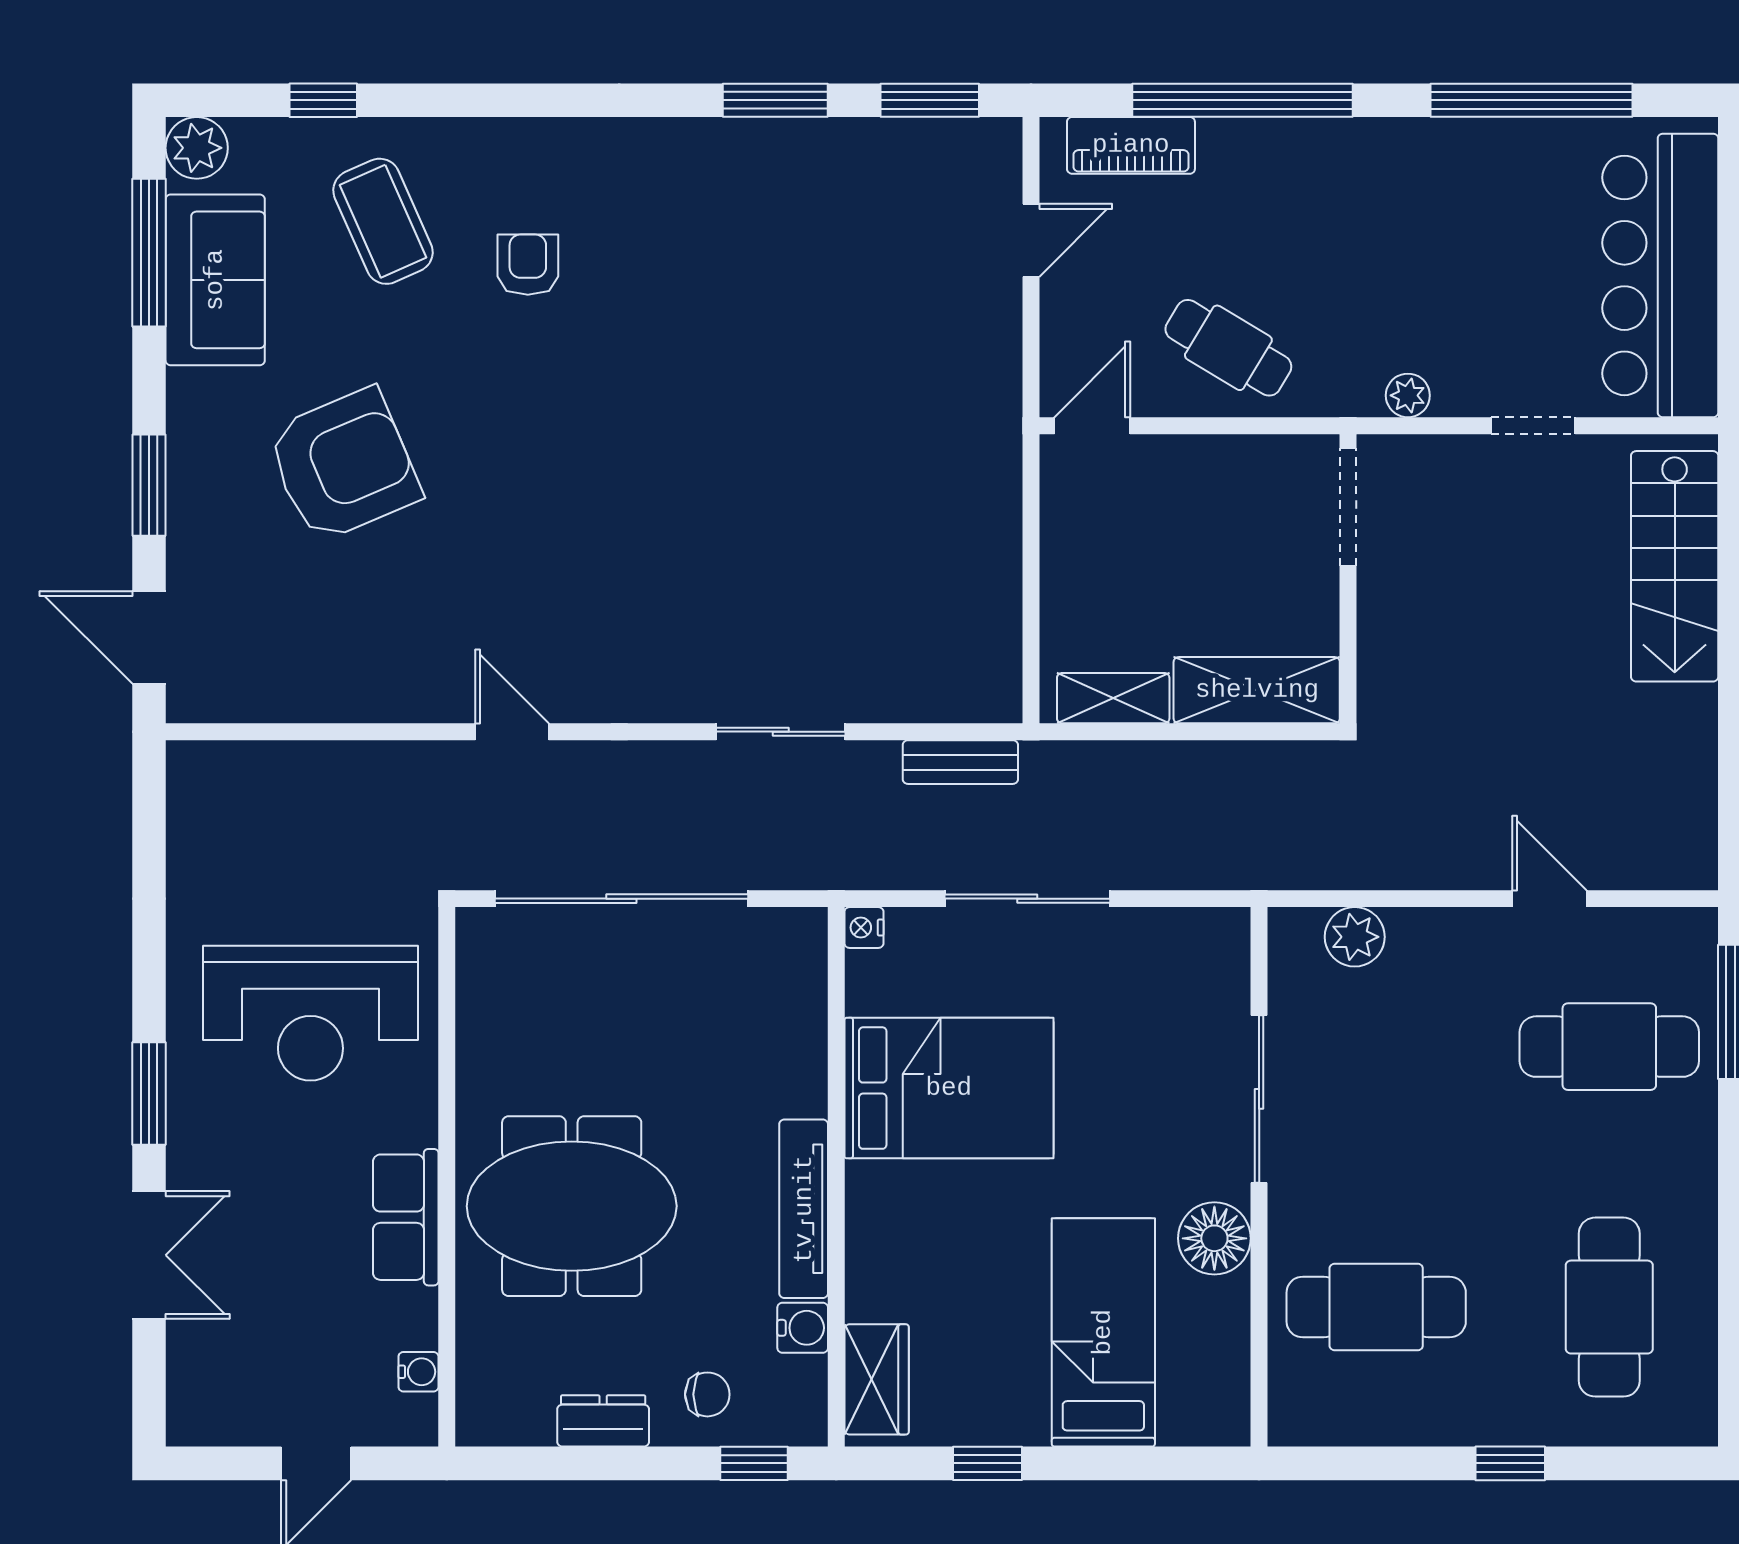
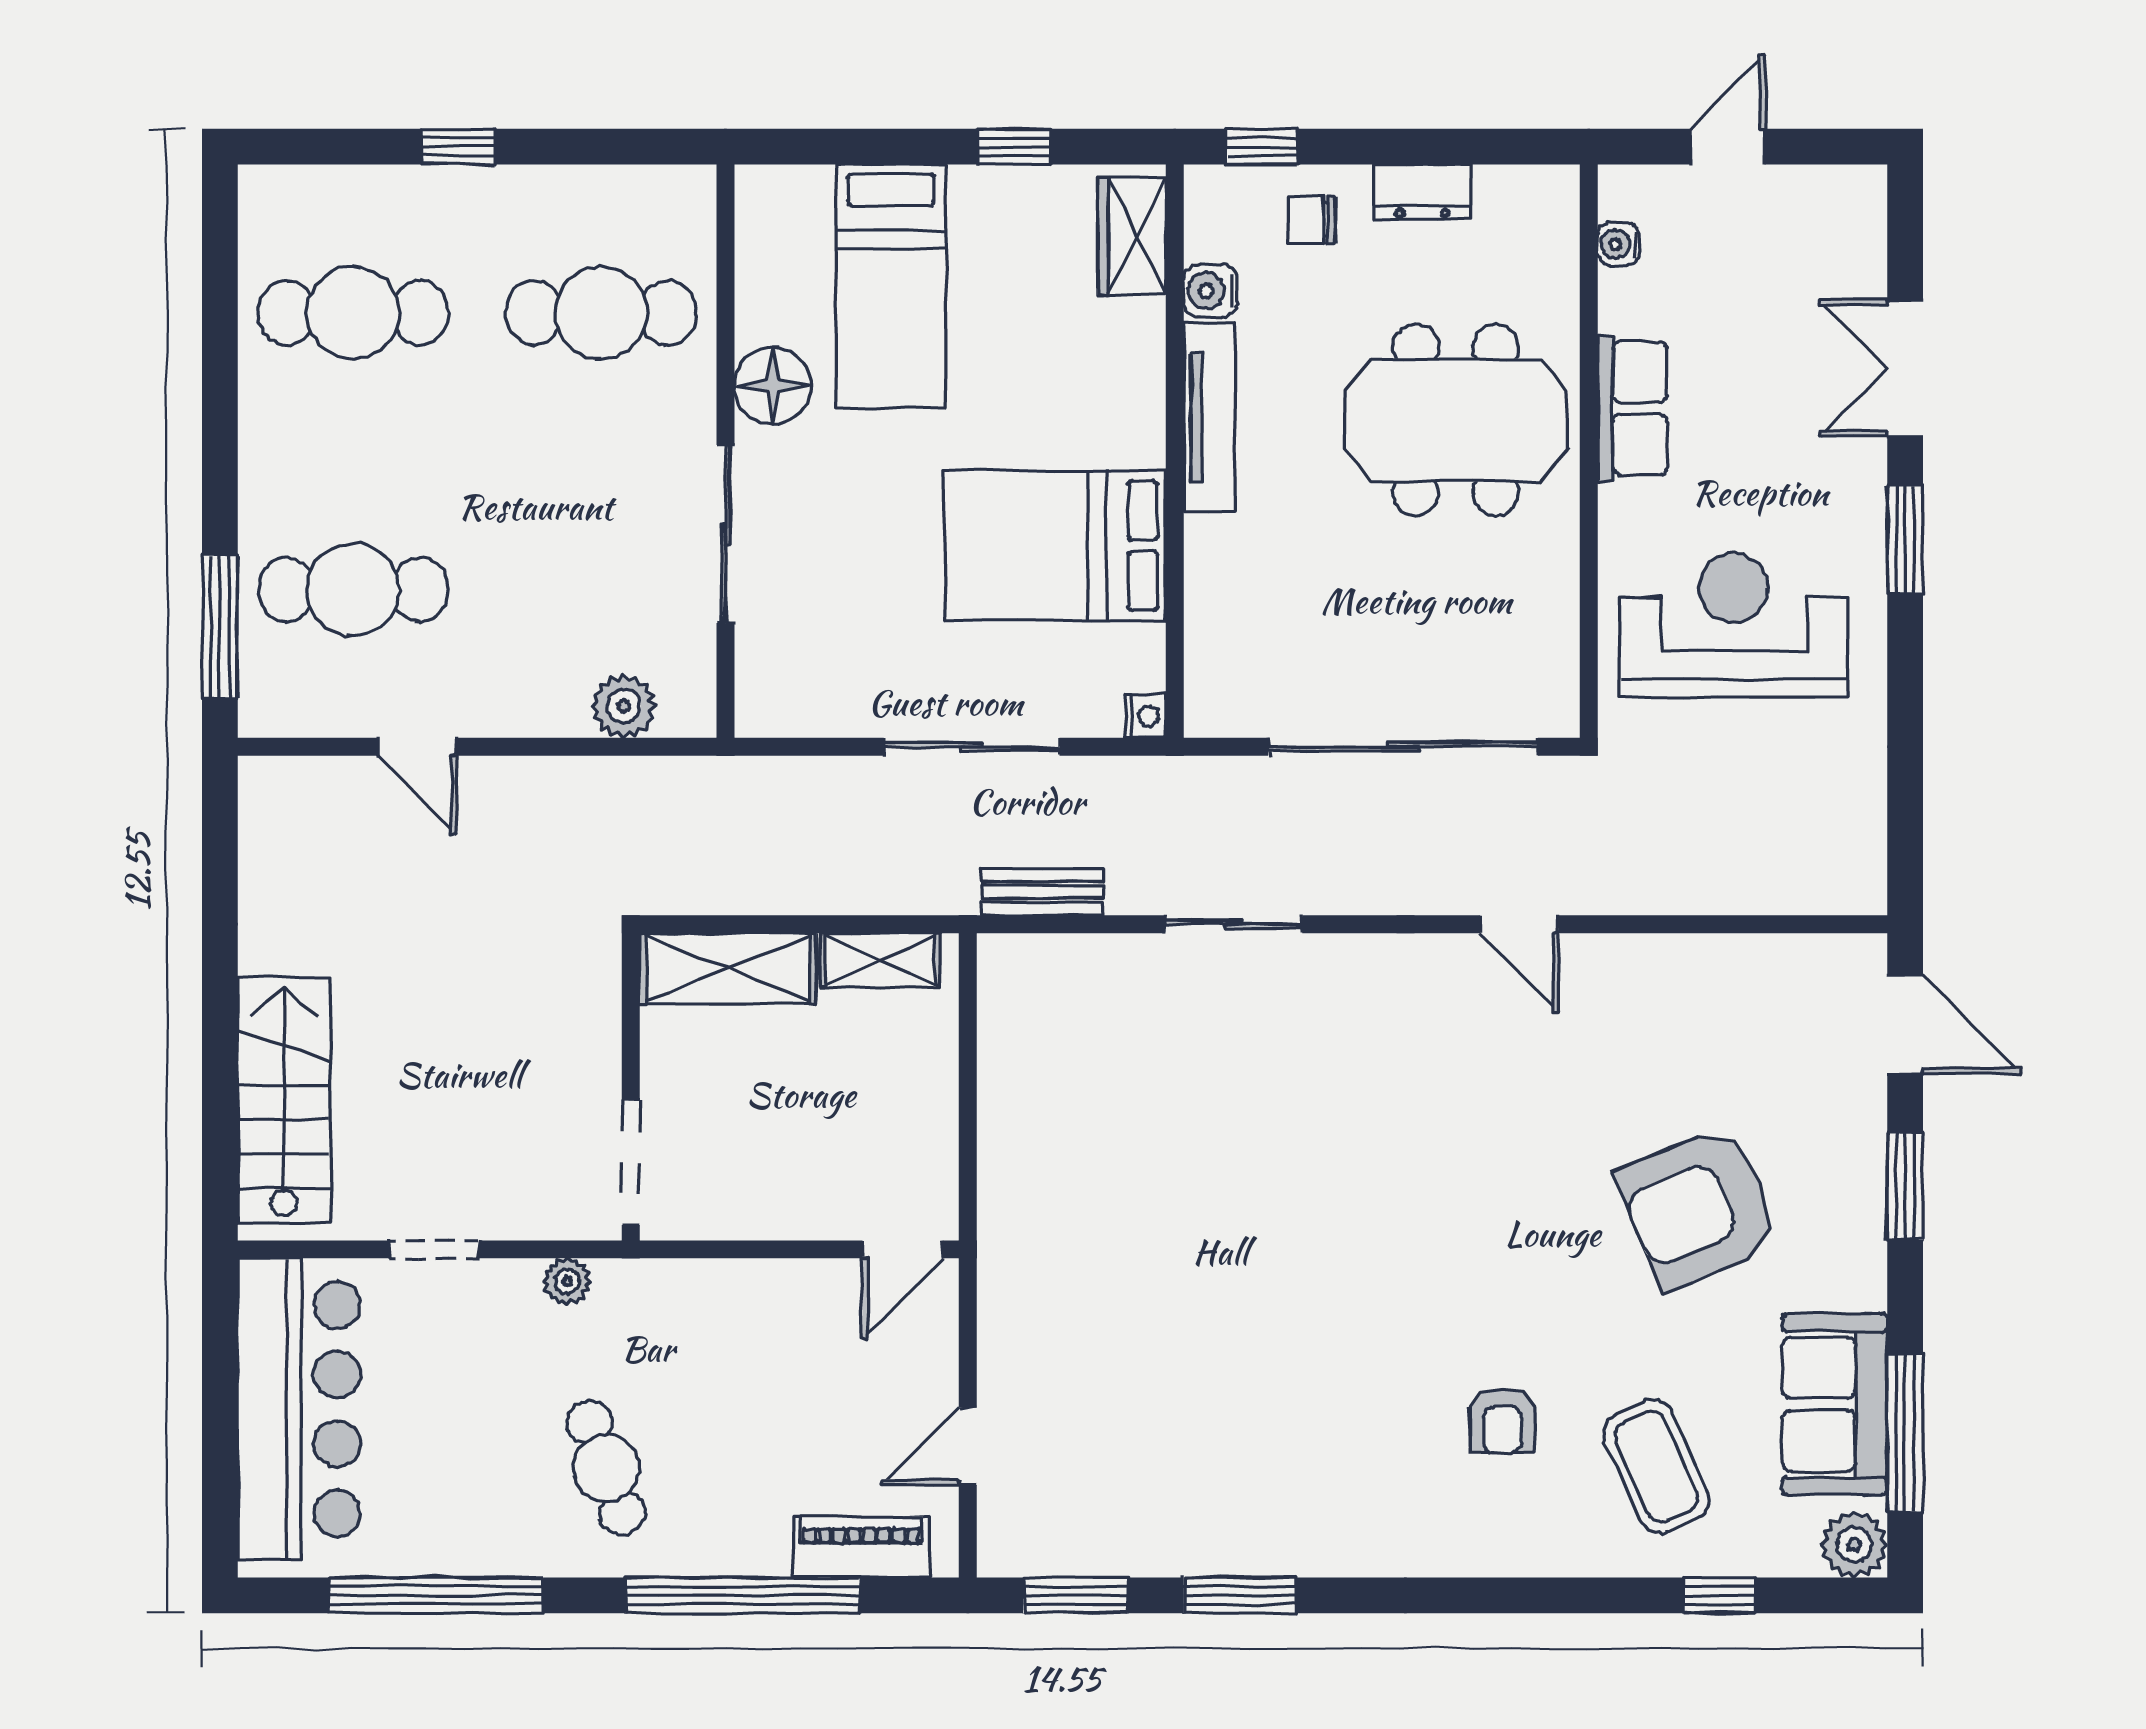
cafe table: (1228, 348) -> (606, 1468), moved, turned 39
cafe table: (1609, 1307) -> (353, 313), turned 90

